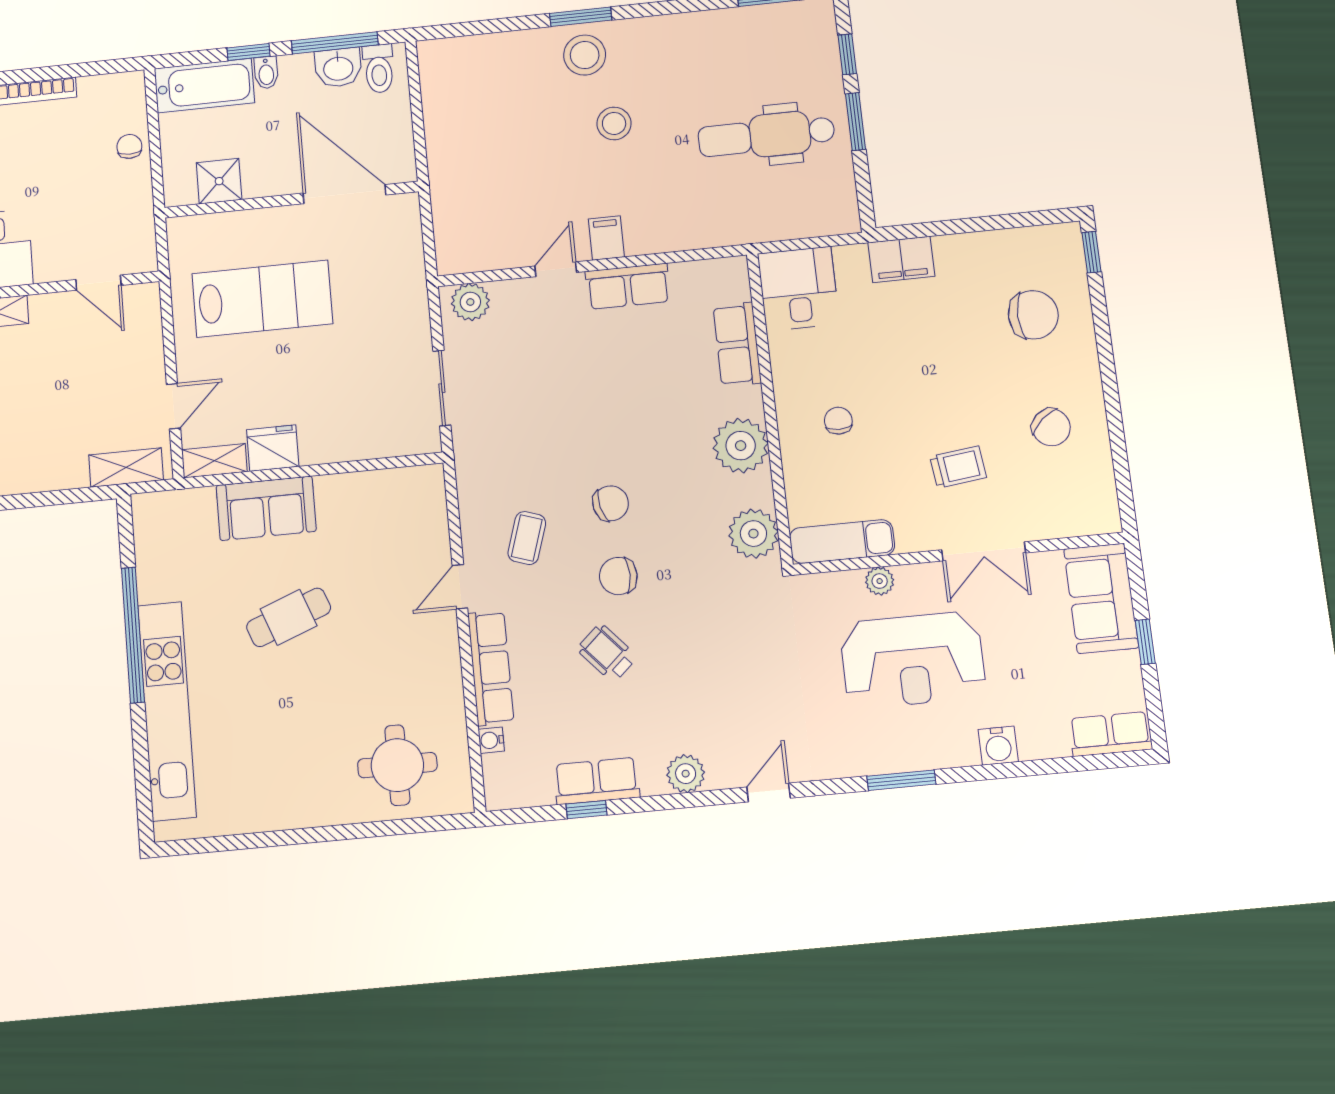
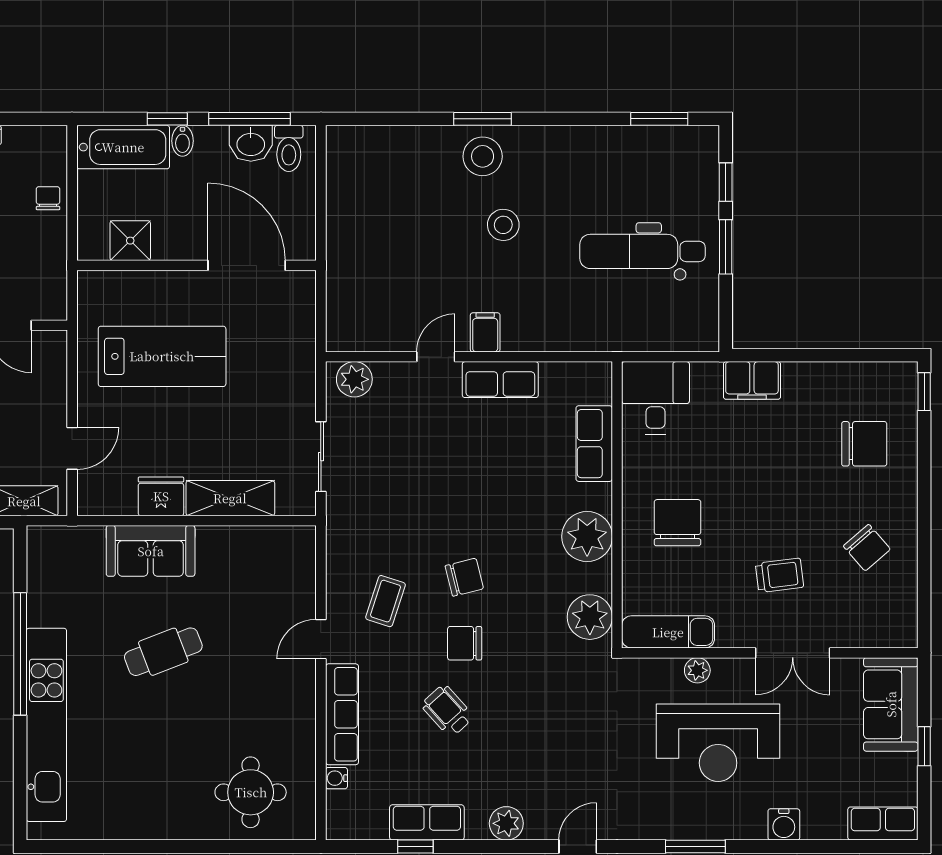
chair: (838, 421) -> (677, 523), width x1.87, depth x1.87
shelving: (214, 461) -> (230, 498), moved, width x1.50, depth x1.33

